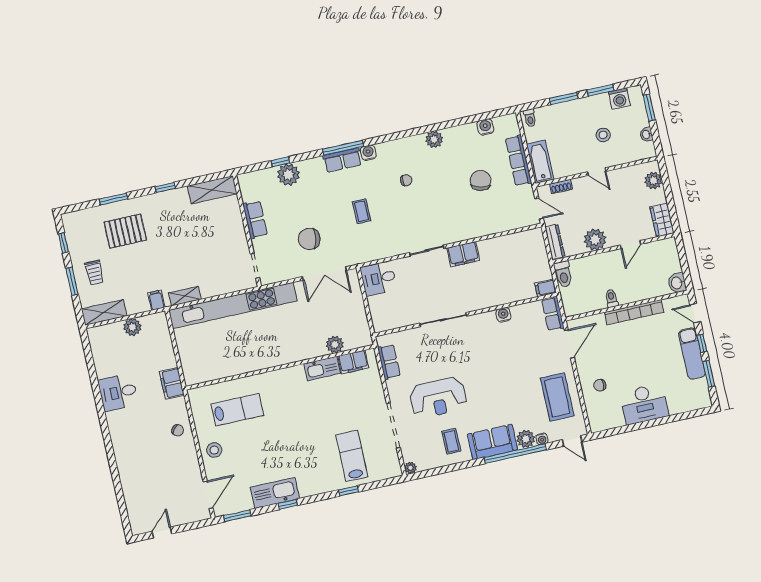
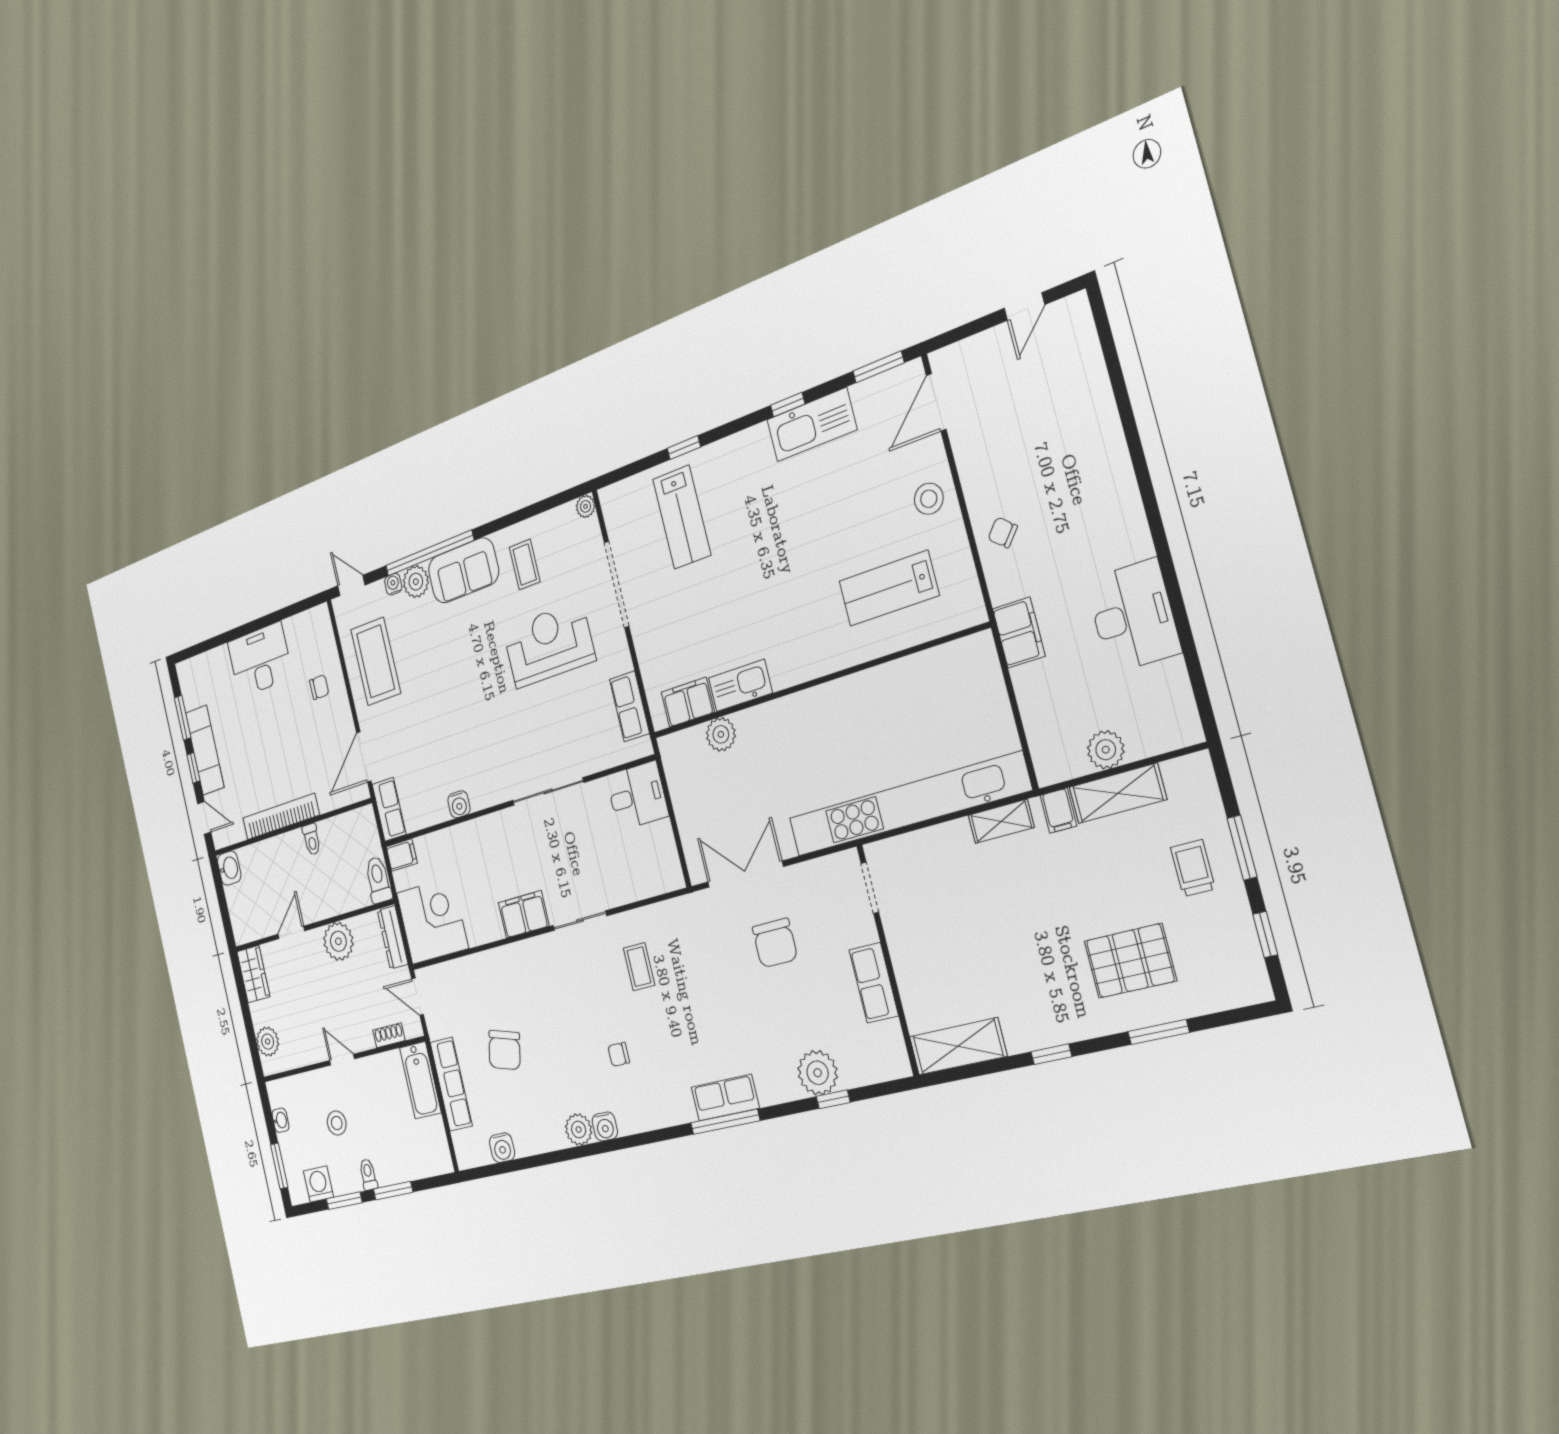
toilet: (530, 118) -> (368, 1175), moved
water cooler: (368, 153) -> (605, 1126), moved
coffee table: (362, 211) -> (639, 967), moved
chair: (309, 239) -> (775, 943), turned 81
corner desk: (526, 251) -> (432, 921), added
desk: (379, 278) -> (637, 796), moved
shelving: (104, 312) -> (1118, 793), moved
desk: (118, 392) -> (1133, 616), width x1.37

